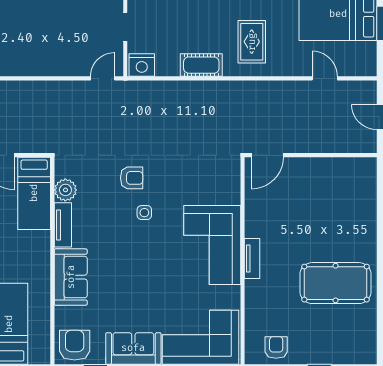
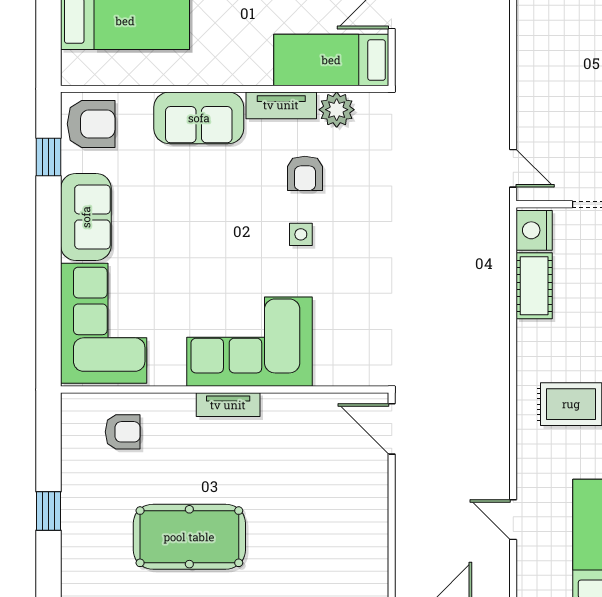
cot: (201, 65) -> (534, 286), moved
door: (325, 78) -> (513, 520), swing flipped
armchair: (132, 178) -> (305, 173), moved
pool table: (336, 283) -> (189, 537), turned 90
armchair: (276, 347) -> (123, 432), moved

